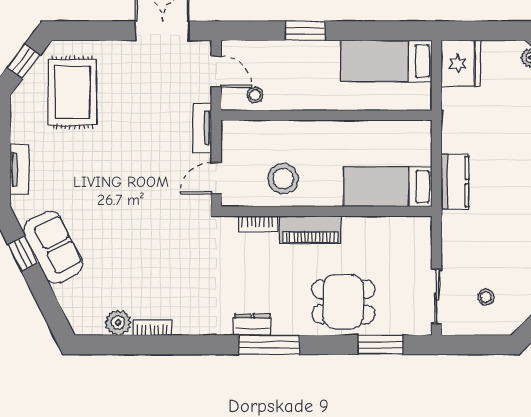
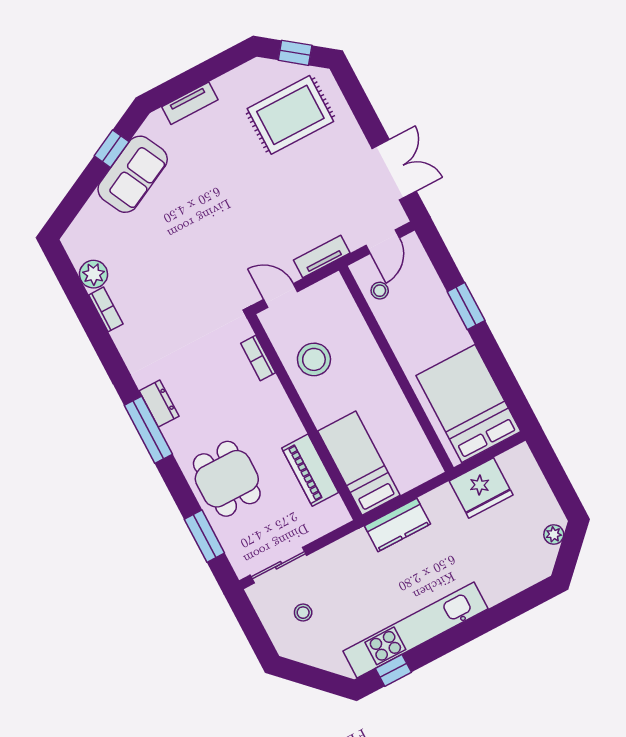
bed: (386, 61) -> (468, 404), width x1.50
fridge: (461, 63) -> (481, 488), moved
piano: (310, 230) -> (310, 470), moved

